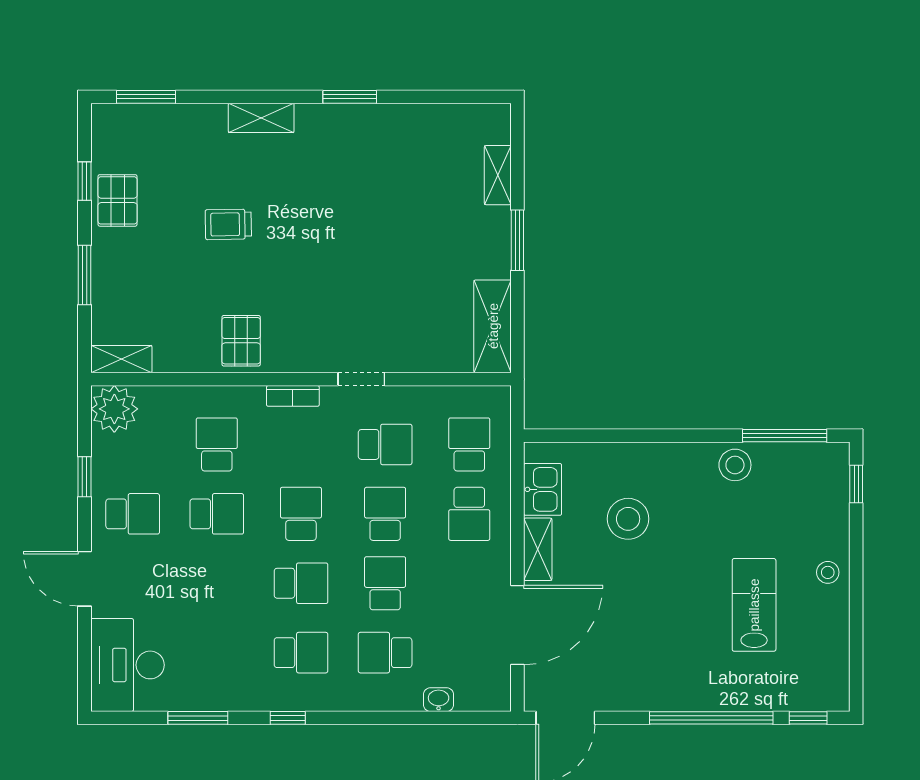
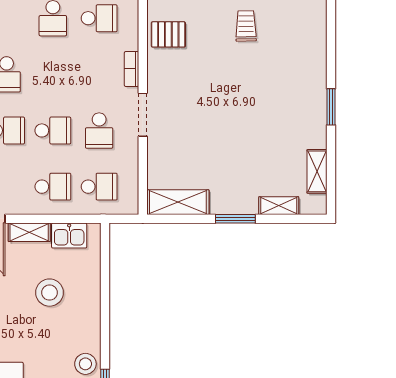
shelving: (261, 118) -> (317, 171), moved
doorway: (361, 379) -> (143, 115), width x1.38
school desk: (301, 514) -> (53, 74), removed
school desk: (469, 514) -> (53, 187), turned 180

